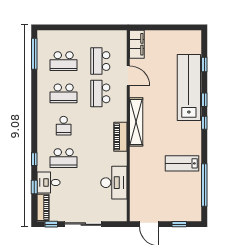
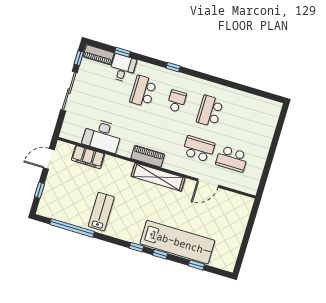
filing cabinet: (137, 44) -> (88, 157), moved
window: (34, 54) -> (260, 93), removed
school desk: (64, 61) -> (243, 121), removed
school desk: (100, 61) -> (232, 159), turned 180
school desk: (64, 126) -> (176, 101), turned 90
window: (34, 159) -> (173, 67), moved

